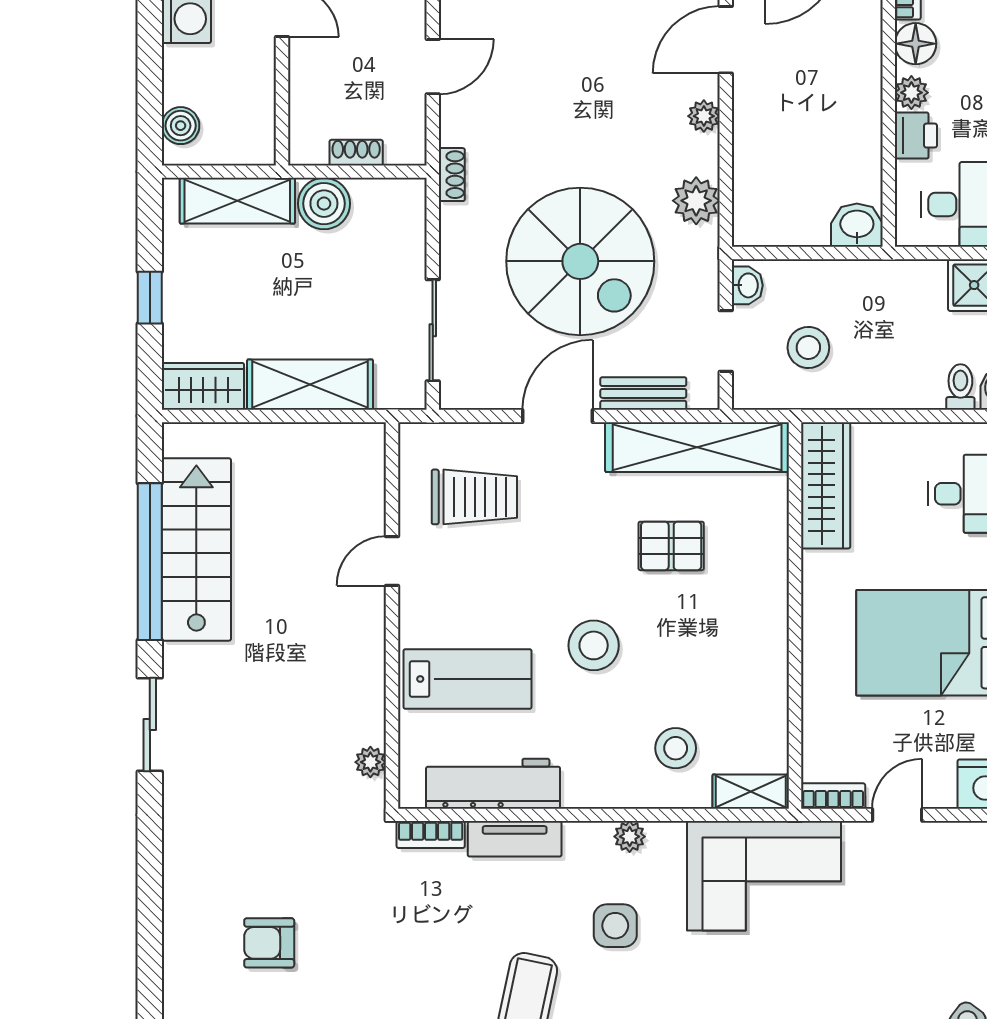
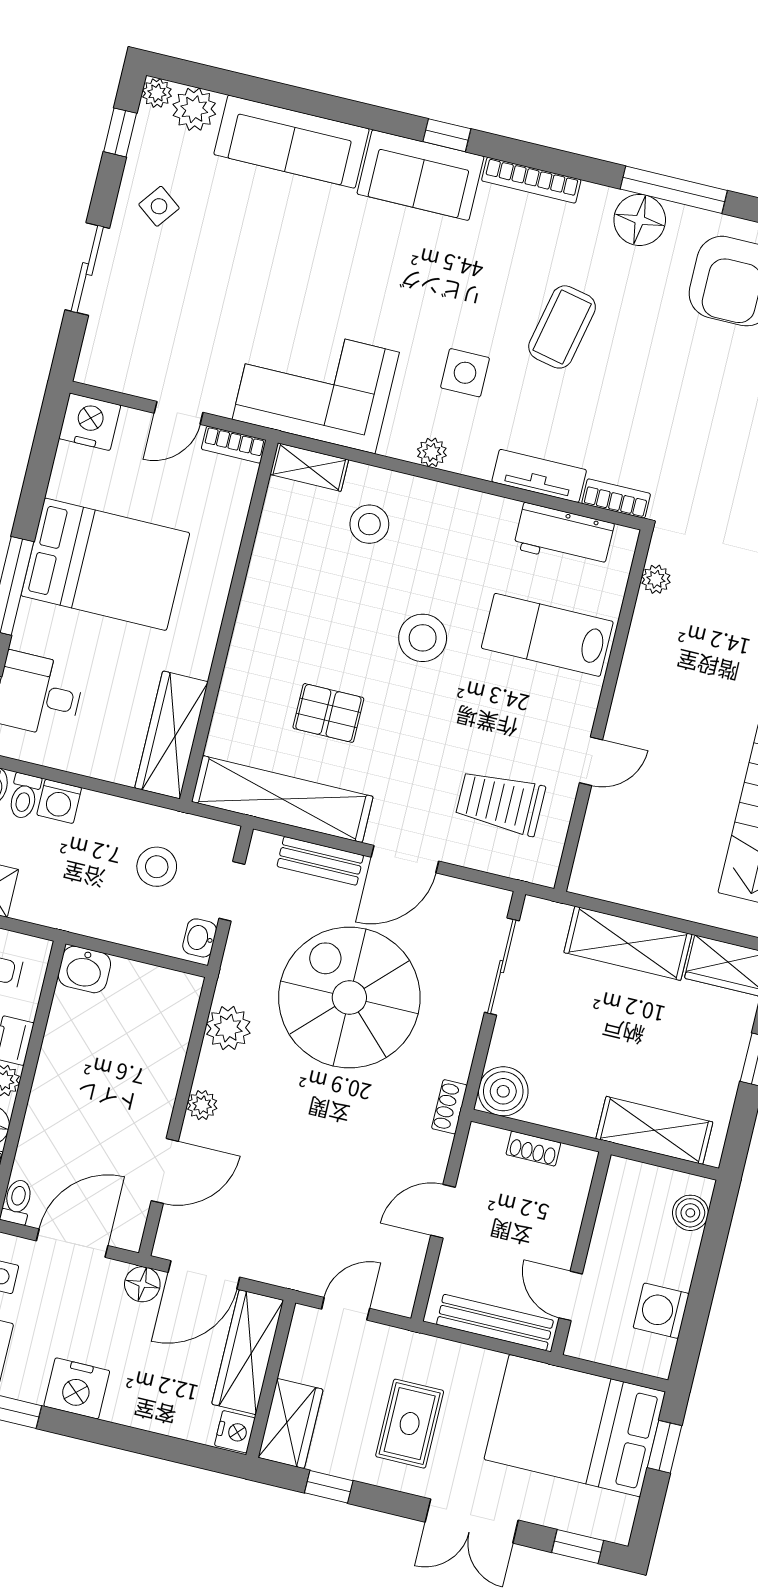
boiler: (324, 204) -> (503, 1091), moved
washing machine: (924, 390) -> (59, 801), added
workbench: (493, 784) -> (564, 536), width x0.73

